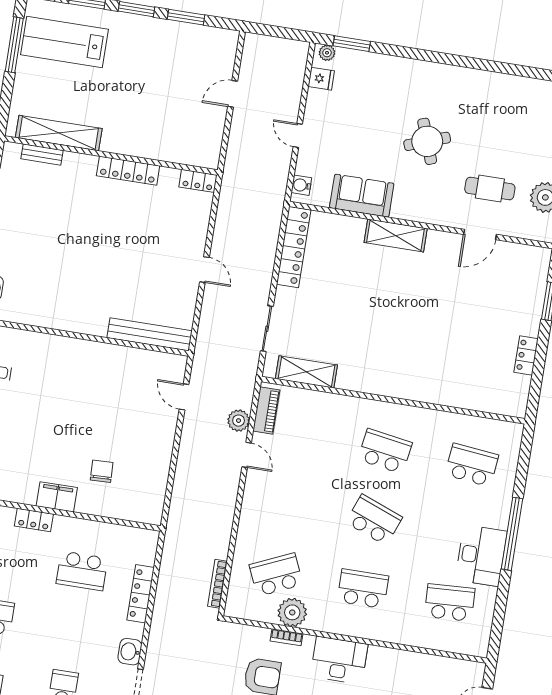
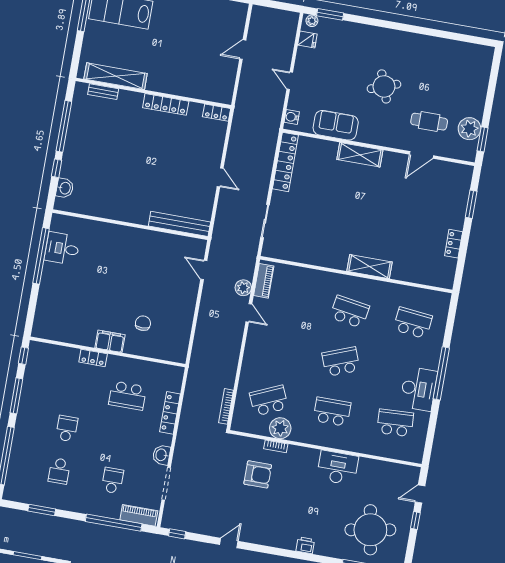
shelving: (306, 372) -> (370, 267), moved
school desk: (374, 520) -> (341, 362), turned -42
desk: (339, 660) -> (338, 468), moved

